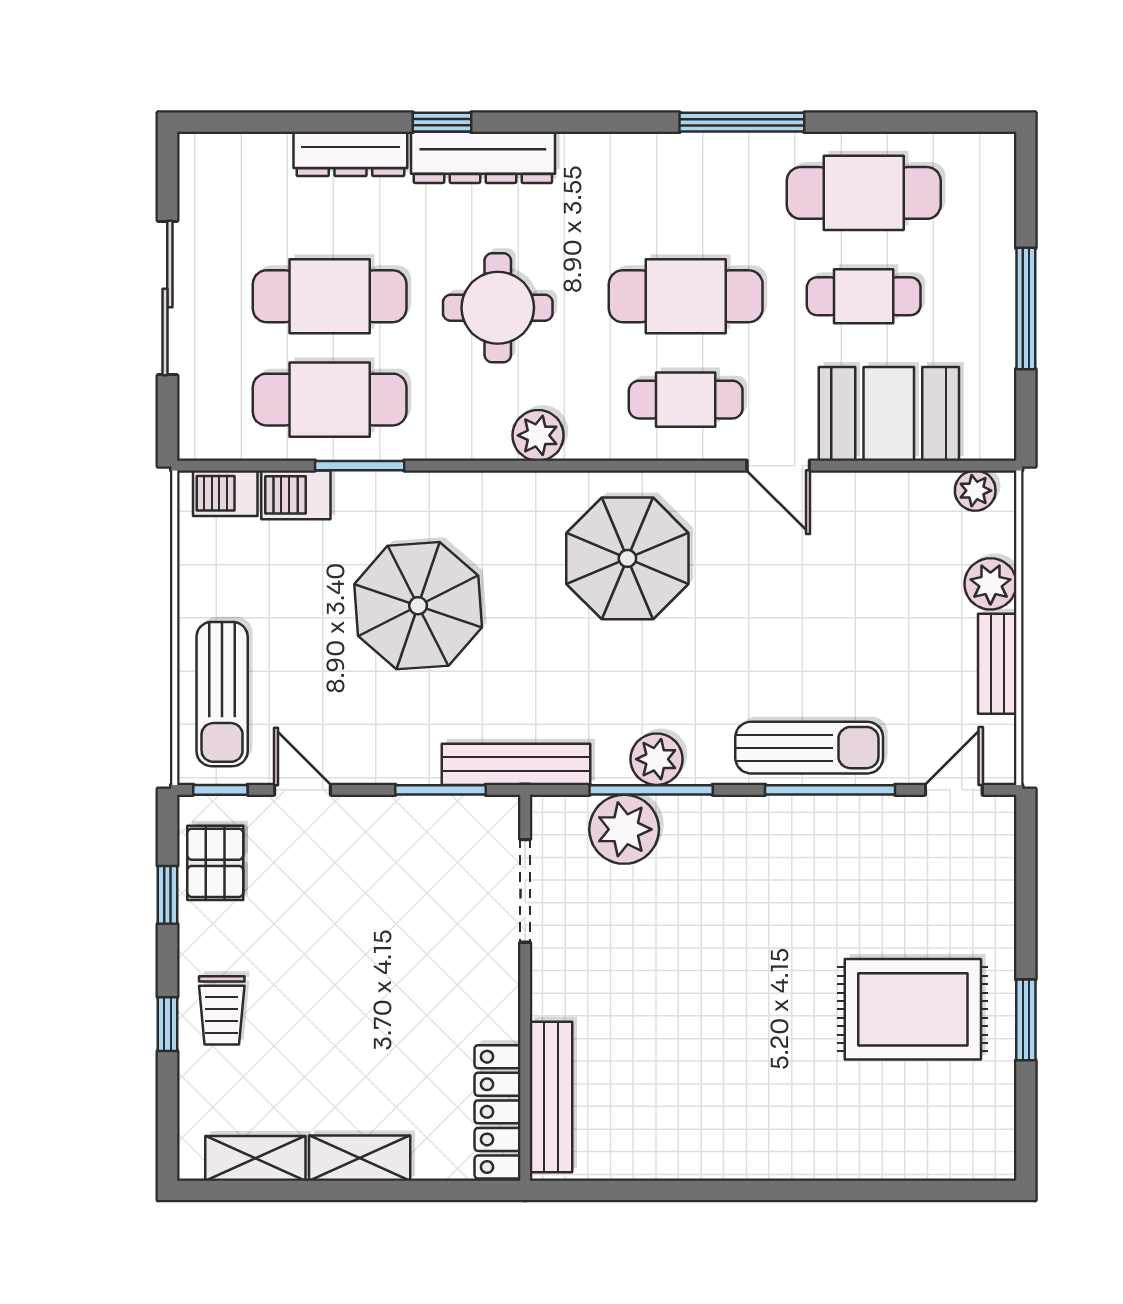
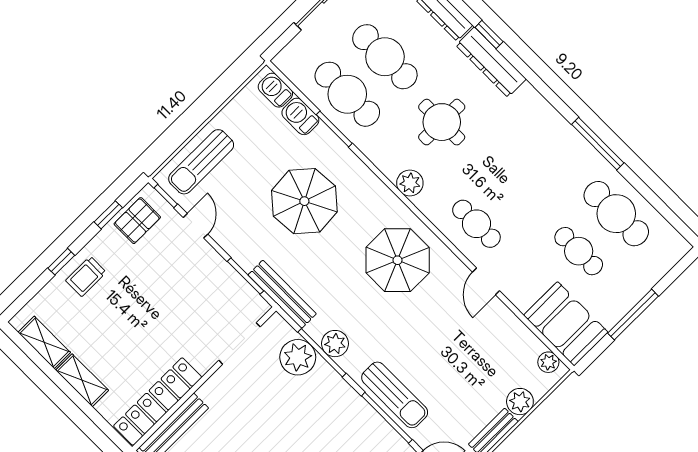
cafe table: (686, 296) -> (514, 186), removed
booth: (889, 414) -> (566, 324), moved
locker: (498, 1112) -> (158, 402), width x1.41, depth x1.21

